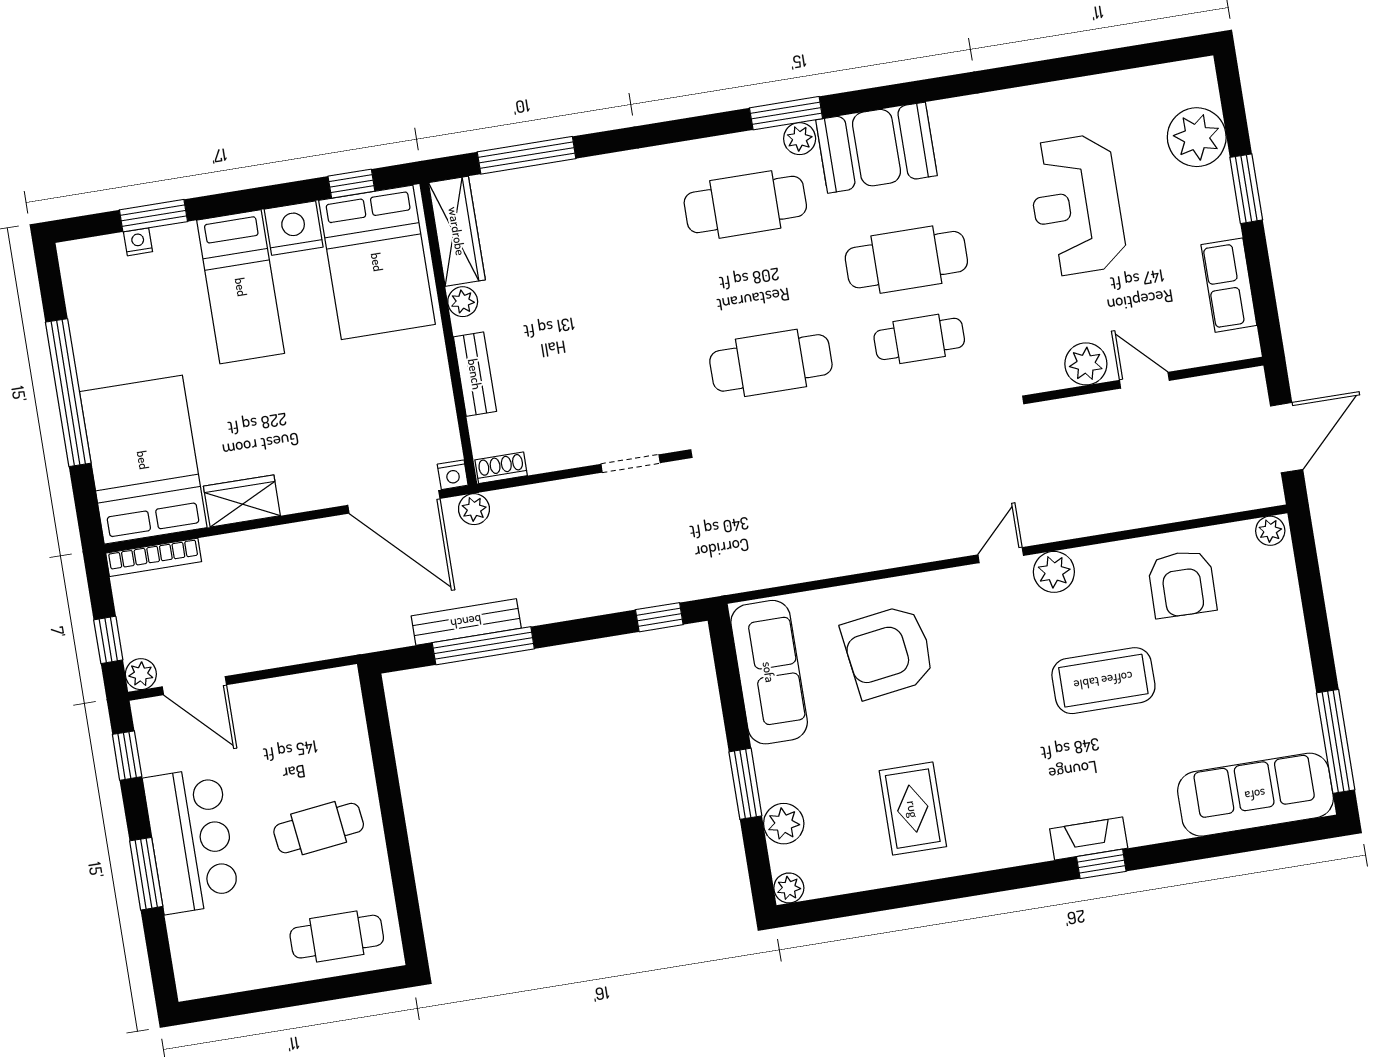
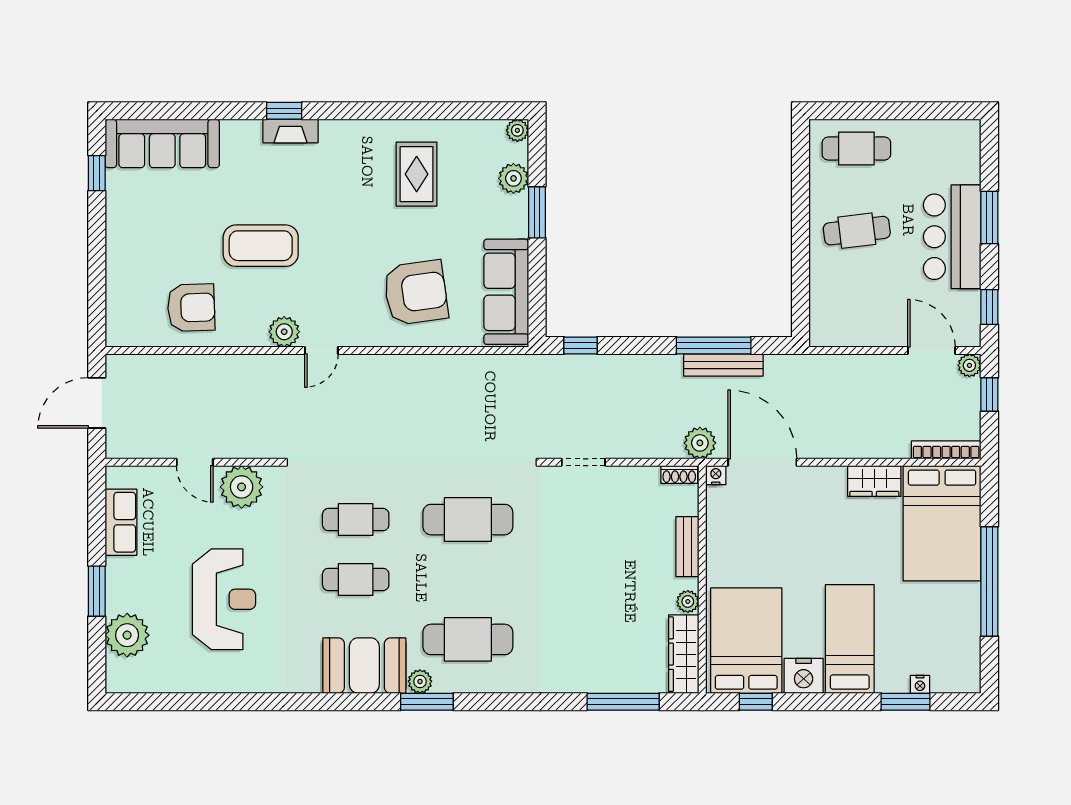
cafe table: (906, 260) -> (356, 579), width x0.73, depth x0.74
plant: (1086, 364) -> (242, 487), width x1.36, depth x1.36
plant: (474, 509) -> (700, 443), width x1.38, depth x1.38
plant: (1270, 531) -> (120, 336), removed
armchair: (1182, 584) -> (191, 308), turned 87
window: (1336, 741) -> (97, 173), width x0.46

